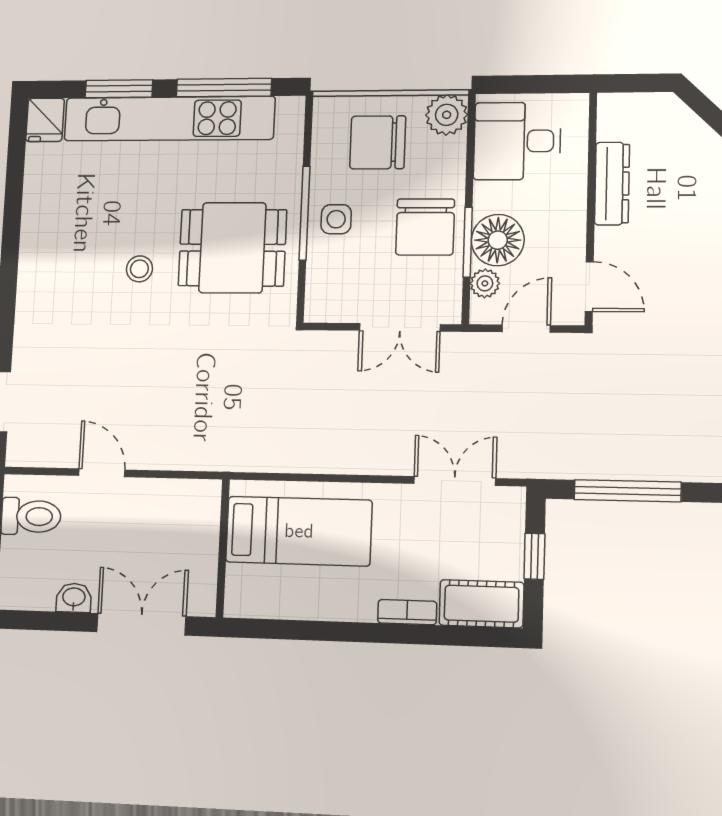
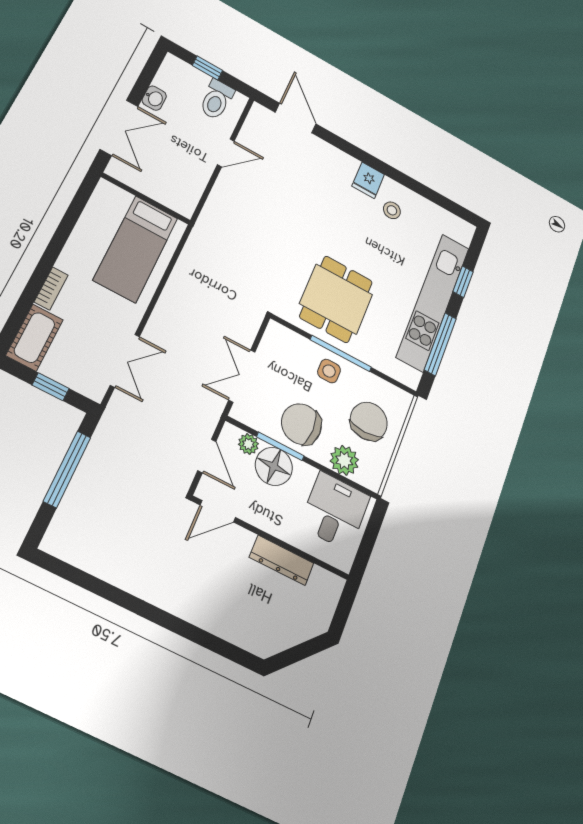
window: (119, 89) -> (463, 282), width x0.67
plant: (447, 115) -> (344, 460), moved
fridge: (45, 120) -> (368, 180), moved, turned -90
stool: (139, 269) -> (392, 210), moved

